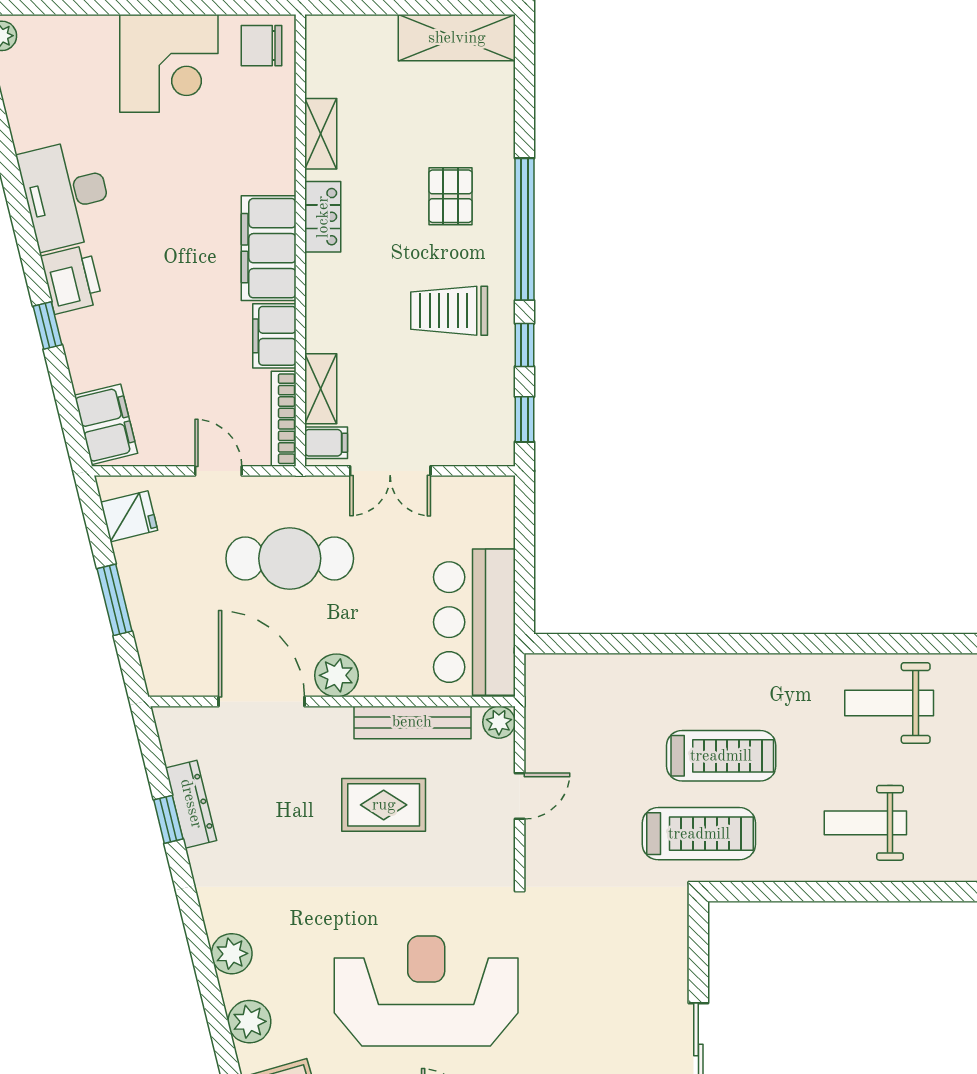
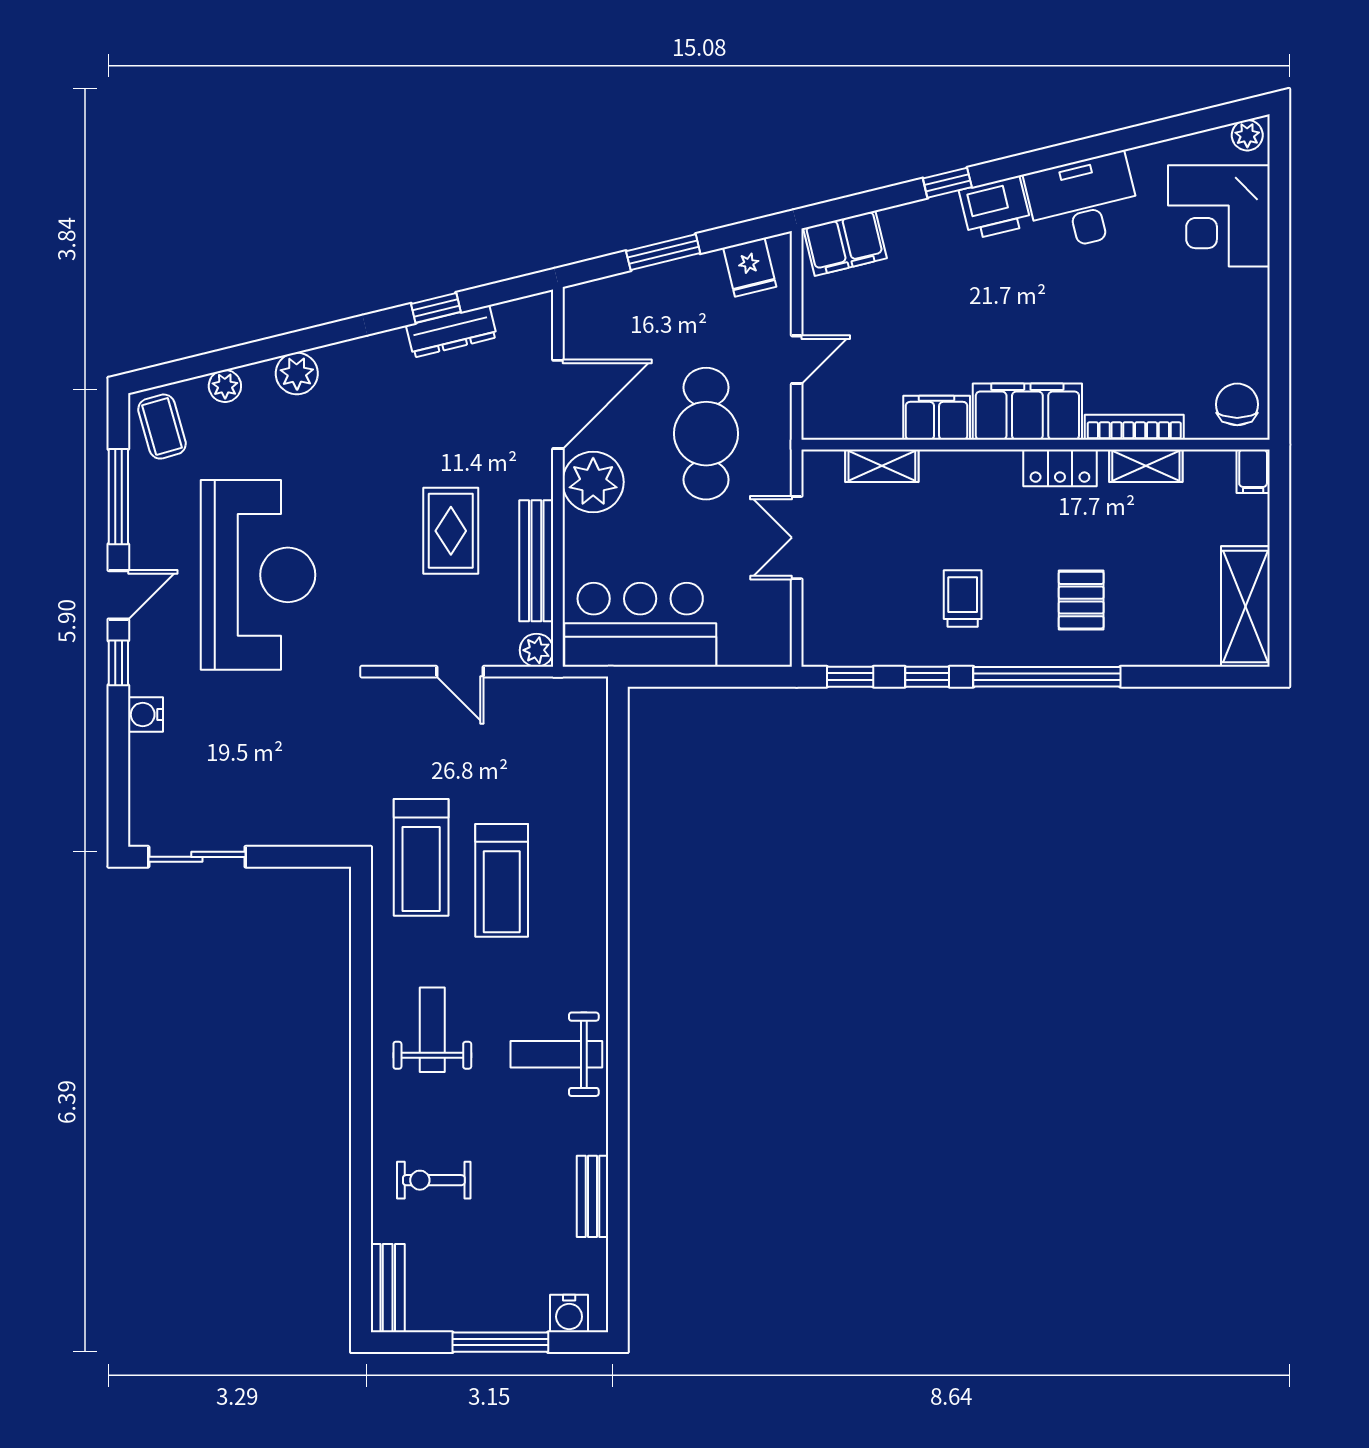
corner desk: (169, 63) -> (1219, 216), moved
pallet: (450, 196) -> (1081, 600), turned 90
trolley: (449, 311) -> (963, 599), width x0.73, depth x0.72
bookcase: (284, 419) -> (1134, 427), moved
filing cabinet: (326, 443) -> (1253, 471), moved
plant: (336, 675) -> (593, 482), width x1.36, depth x1.36
weight bench: (889, 703) -> (556, 1054), turned -90
plant: (249, 1022) -> (225, 386), width x0.73, depth x0.73

